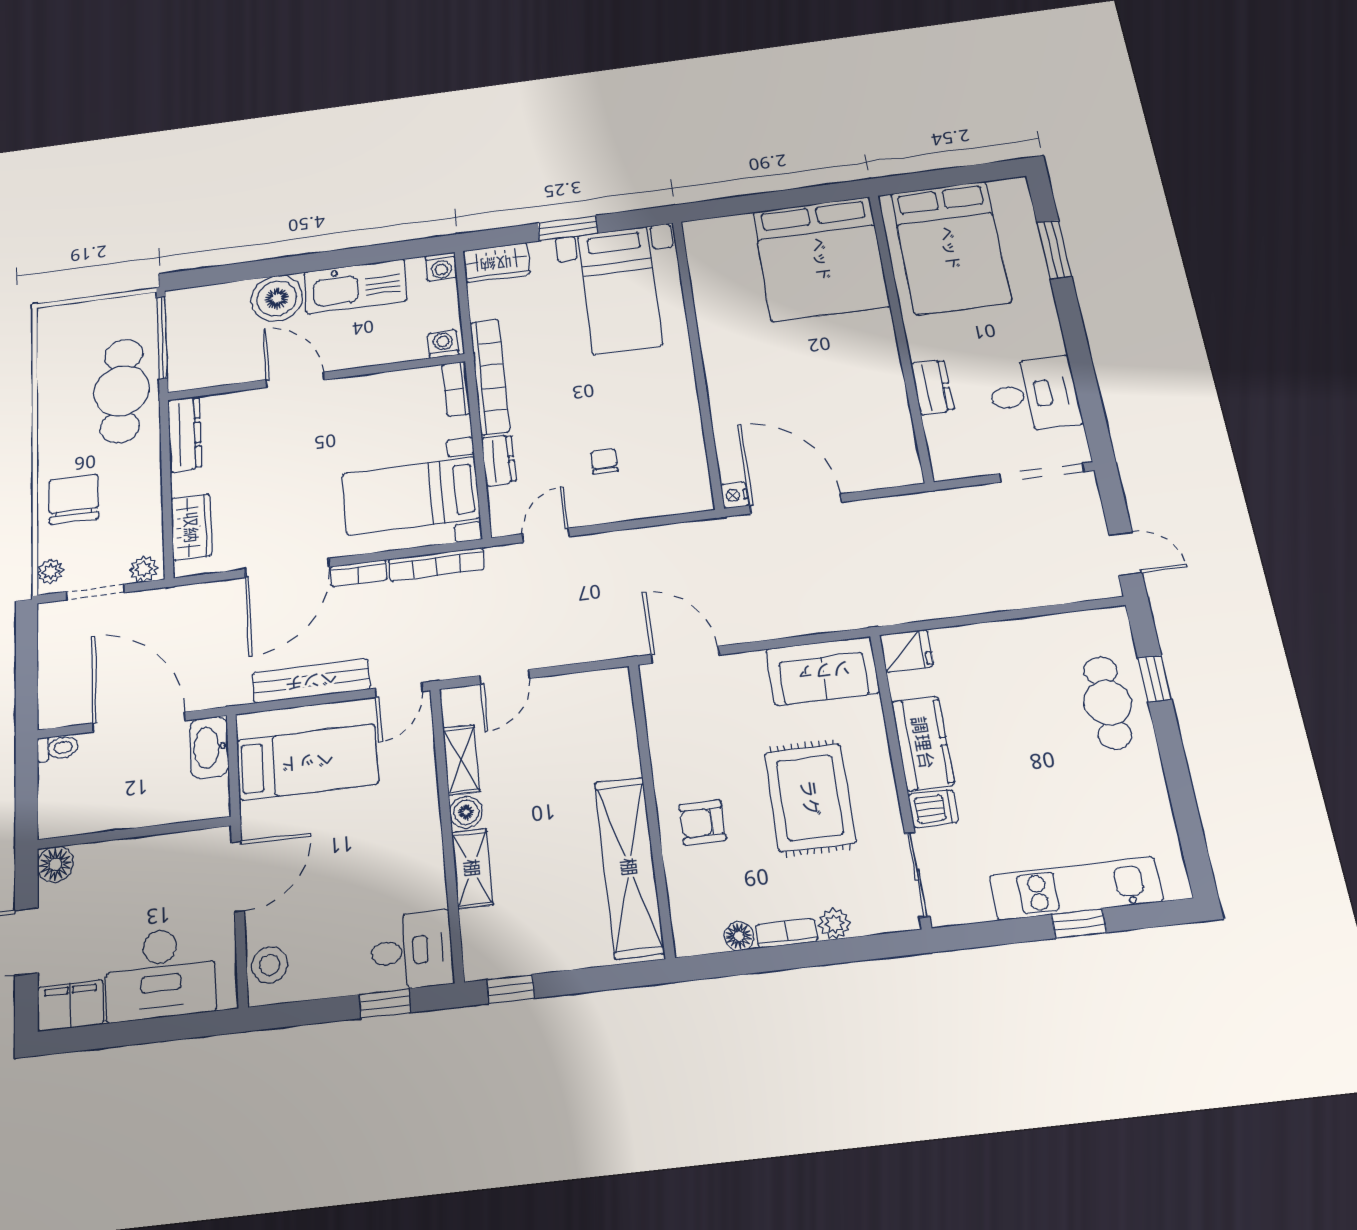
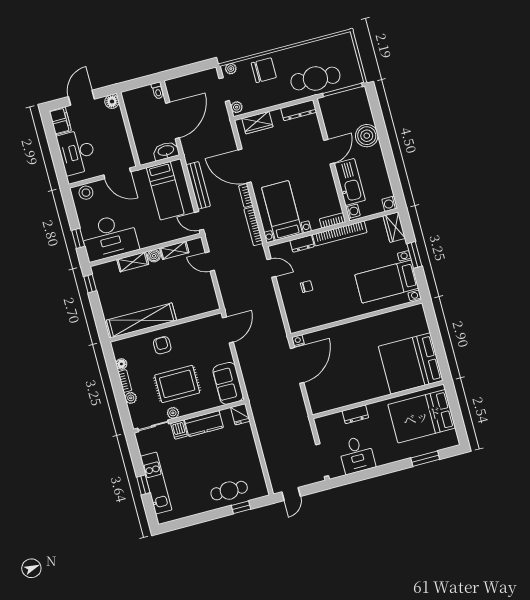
kitchen sink: (355, 286) -> (350, 182), moved, turned 180
plant: (886, 819) -> (173, 413), added
desk: (412, 951) -> (110, 237), width x1.87, depth x1.30

